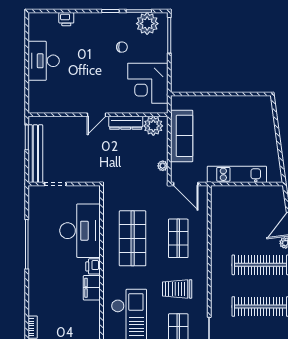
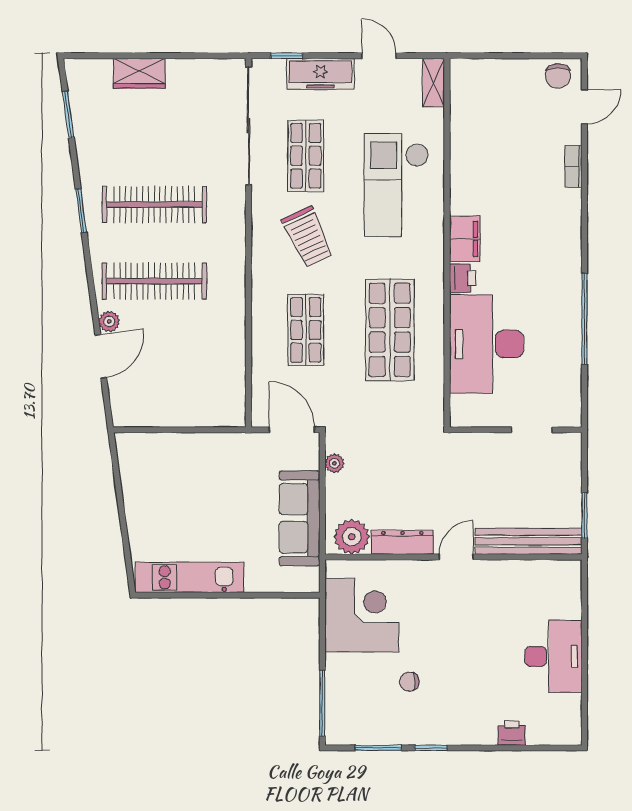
plant: (147, 24) -> (363, 725), removed
bench: (35, 154) -> (529, 541), moved, turned 90
kitchen unit: (237, 174) -> (190, 577), moved, turned 180
trolley: (177, 289) -> (308, 237), turned 65

